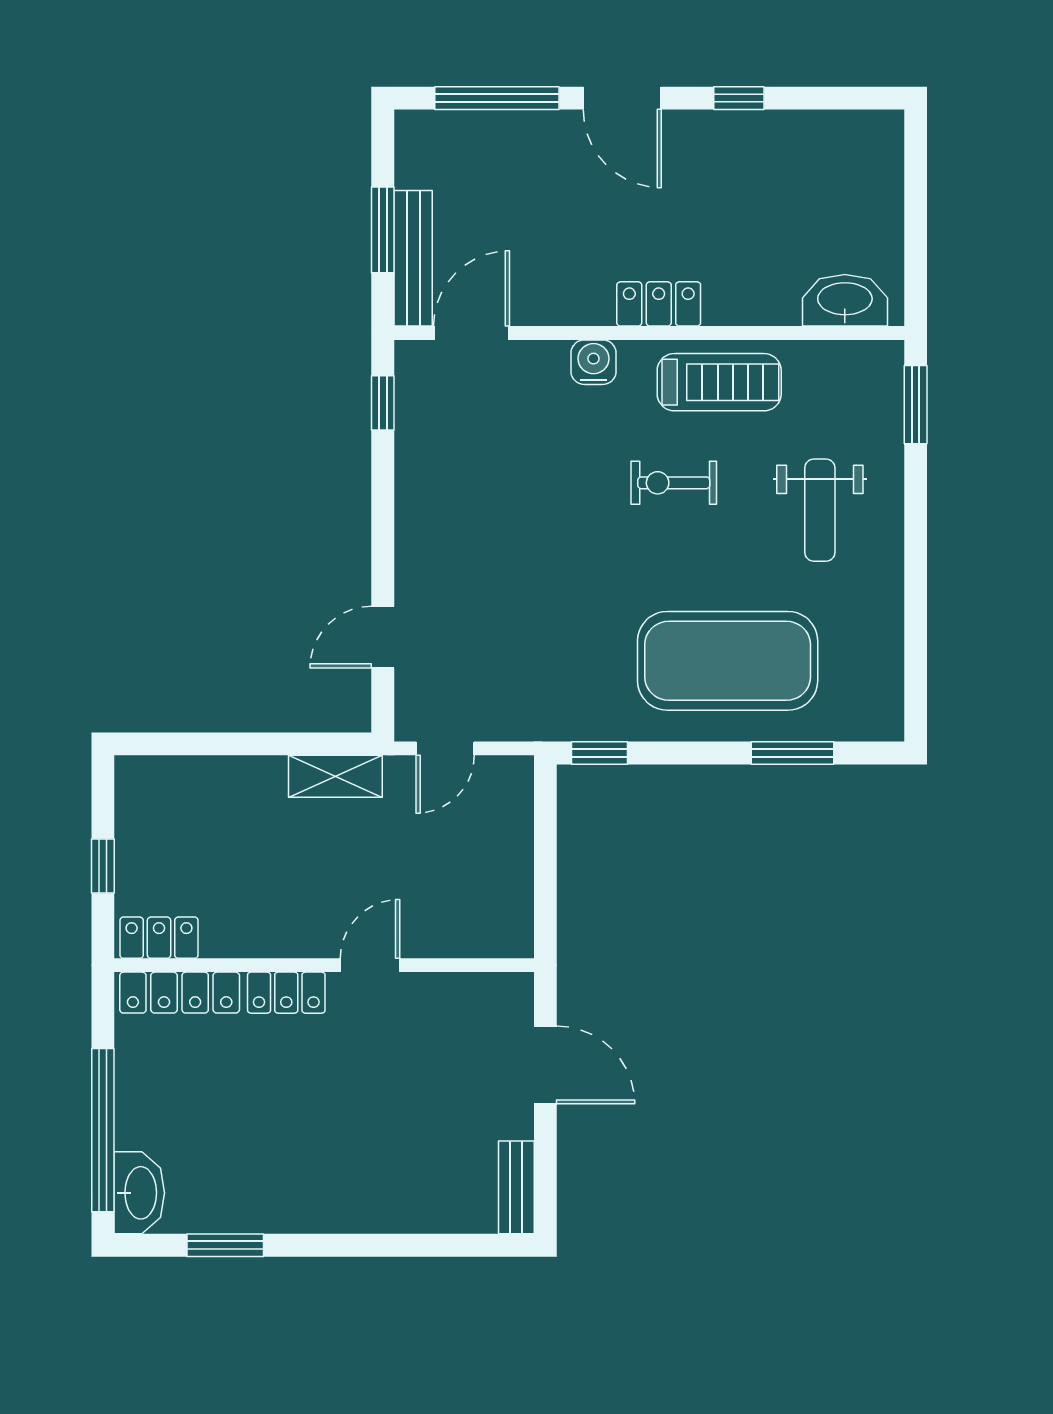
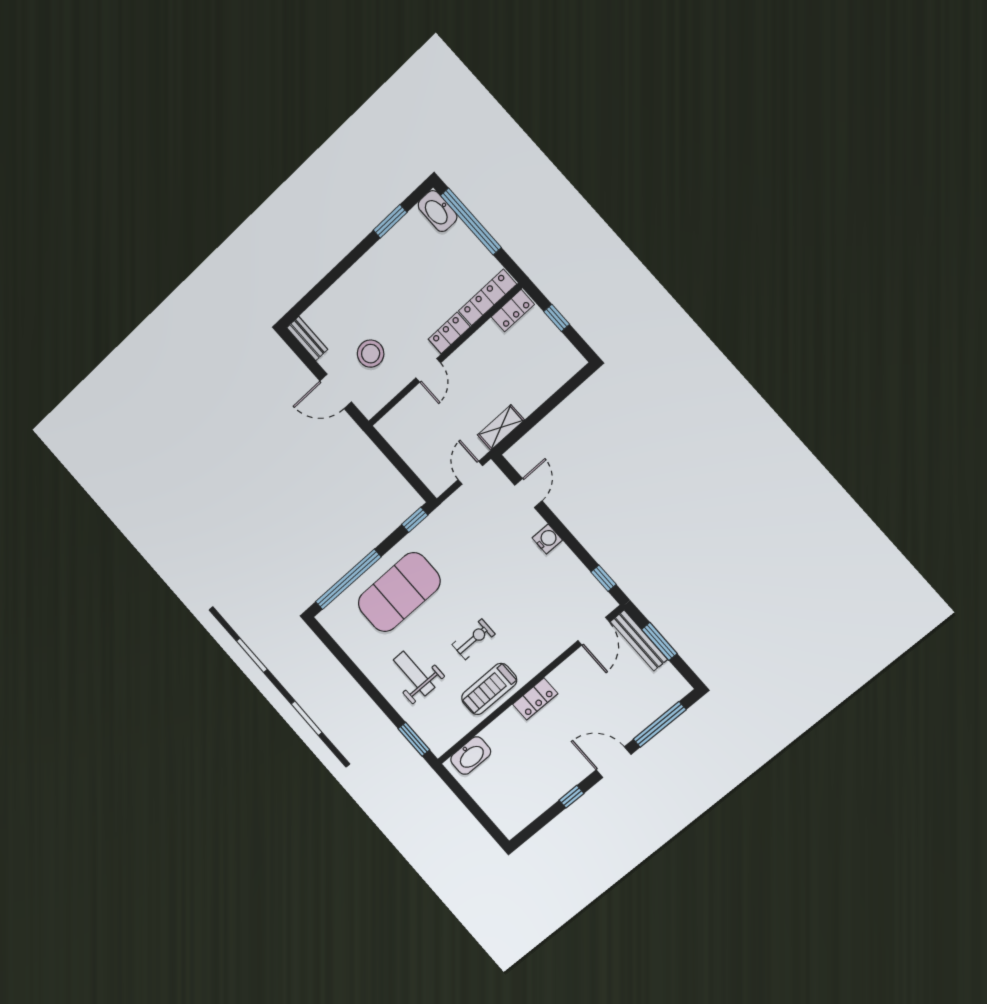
water cooler: (594, 362) -> (547, 539), moved, turned -90
window: (793, 753) -> (348, 579), width x2.11
stool: (437, 1073) -> (371, 354), added

